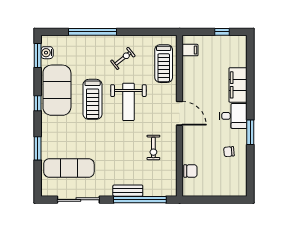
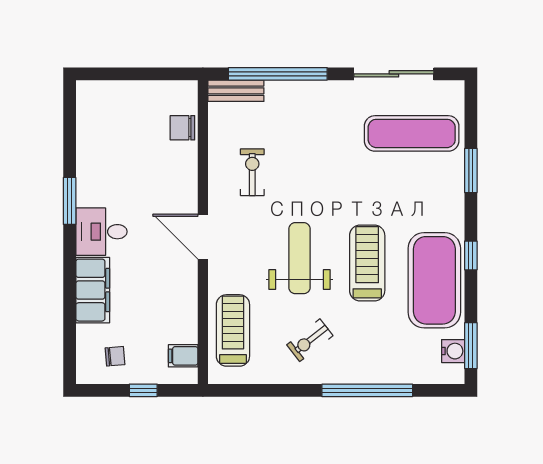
window: (222, 32) -> (143, 390), moved
chair: (229, 152) -> (115, 356), moved
bench: (128, 191) -> (236, 91), moved

